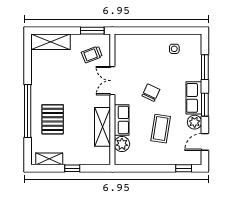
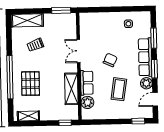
trolley: (92, 54) -> (35, 45), moved
row of seats: (194, 98) -> (145, 57), width x1.48
window: (72, 168) -> (65, 123), moved

